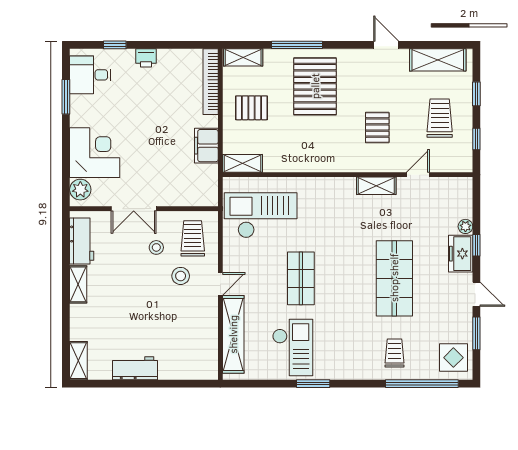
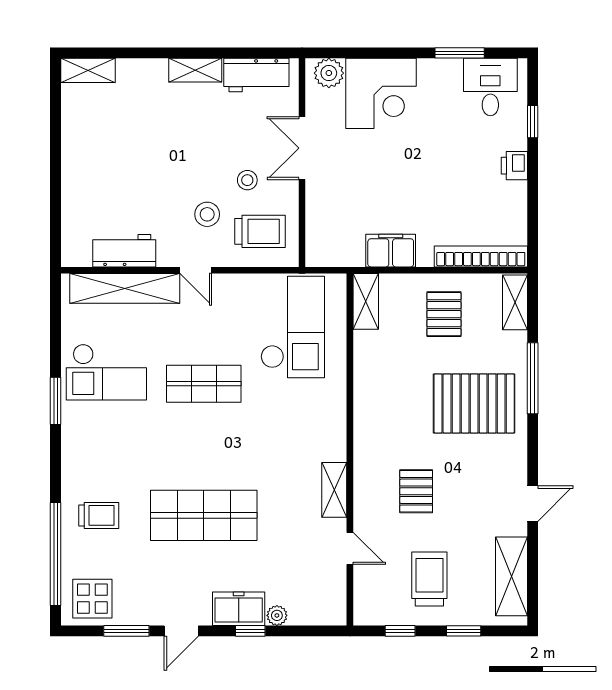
trolley: (440, 118) -> (429, 579), turned -90
pallet: (377, 127) -> (416, 491), turned 90
workbench: (135, 368) -> (124, 251), moved, turned -90

